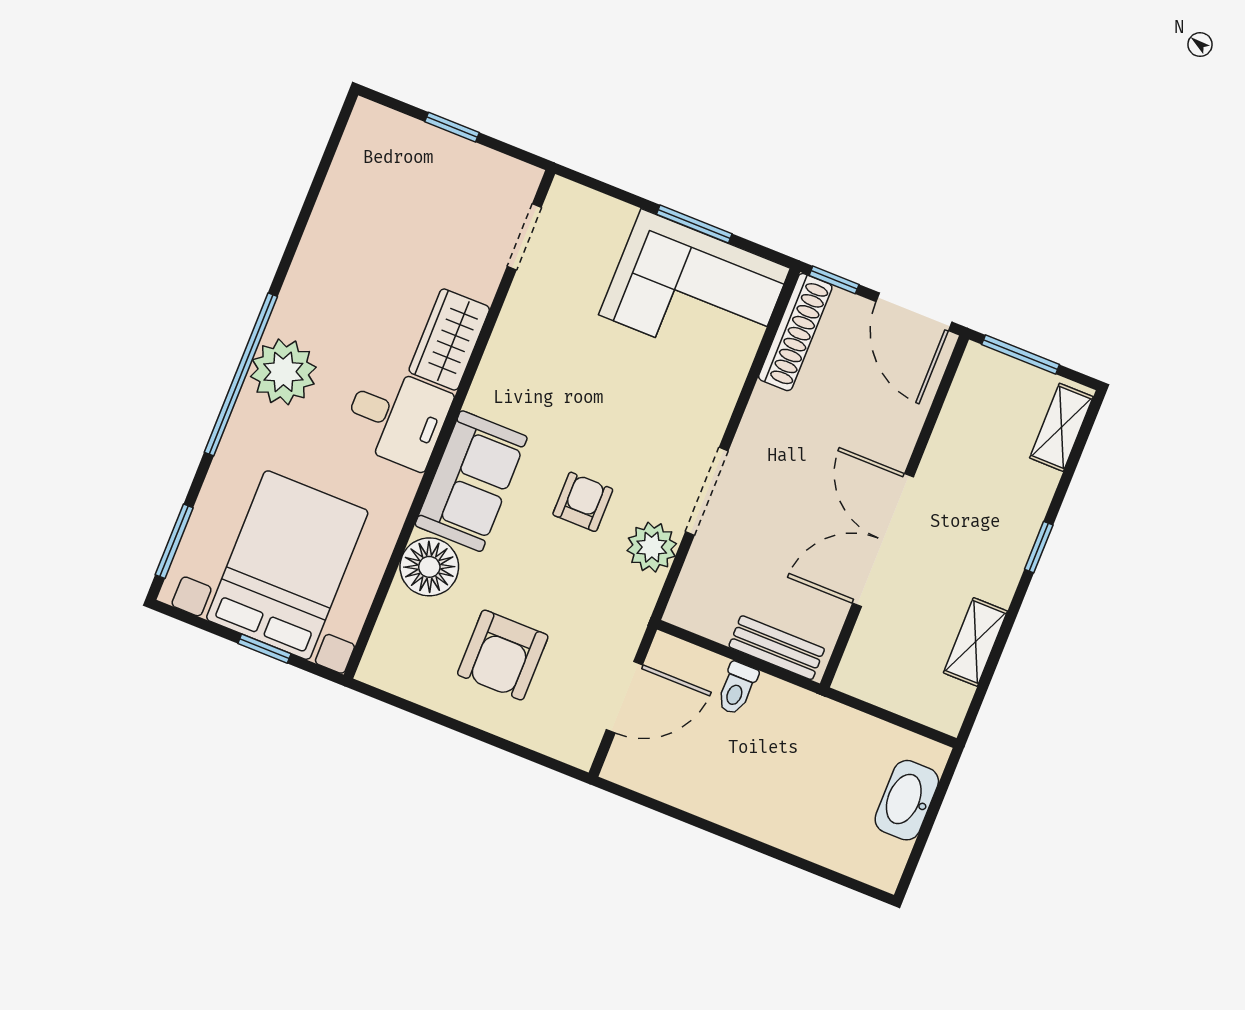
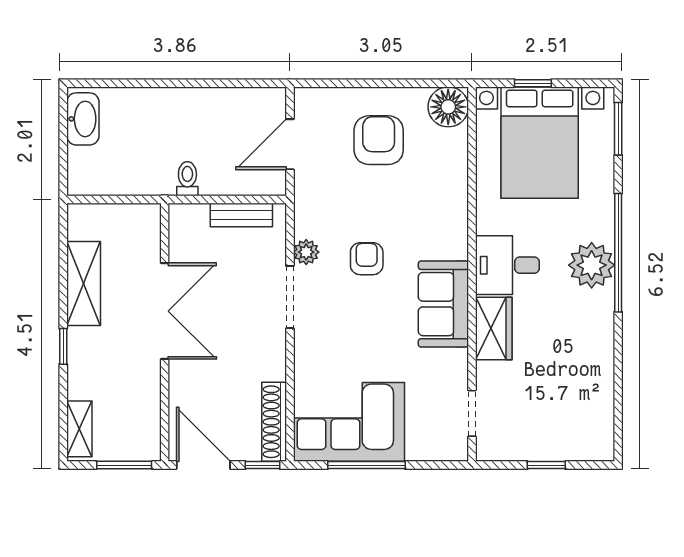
window: (694, 224) -> (366, 465), width x1.44
sofa: (471, 481) -> (443, 304), moved
armchair: (583, 502) -> (367, 259), turned 180
plant: (652, 547) -> (306, 252), width x0.73, depth x0.73
floor lamp: (429, 567) -> (448, 107), moved
shelving: (975, 642) -> (84, 284), width x1.50, depth x1.33
bench: (777, 648) -> (241, 215), moved
toilet: (737, 688) -> (187, 179), moved
washbasin: (907, 800) -> (83, 119), moved

